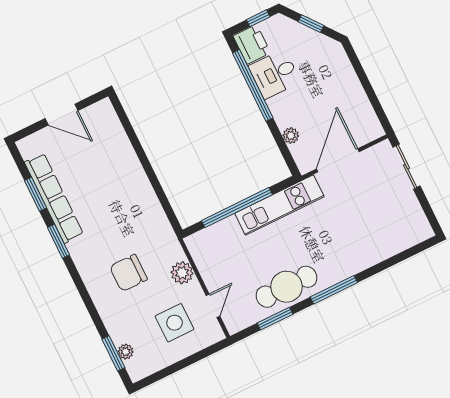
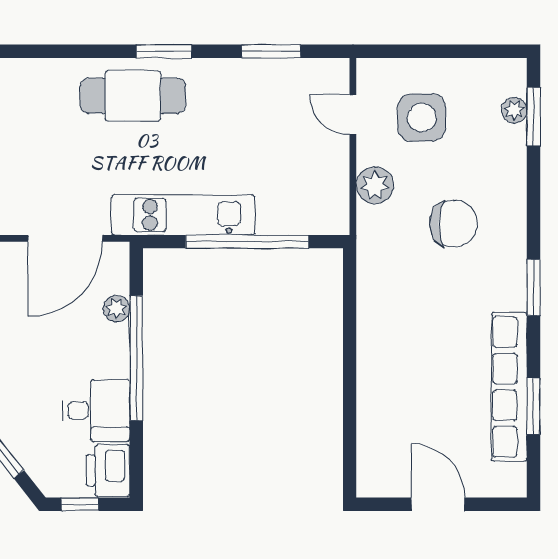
window: (253, 85) -> (136, 358), moved
window: (58, 241) -> (533, 287), moved
cafe table: (286, 287) -> (133, 96), moved
window: (334, 290) -> (164, 51), width x0.69
door: (213, 306) -> (353, 115), hinge flipped

